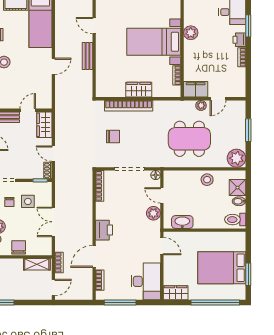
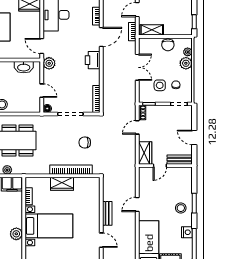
door: (53, 154) -> (137, 127), swing flipped
plant: (153, 213) -> (49, 63), moved

